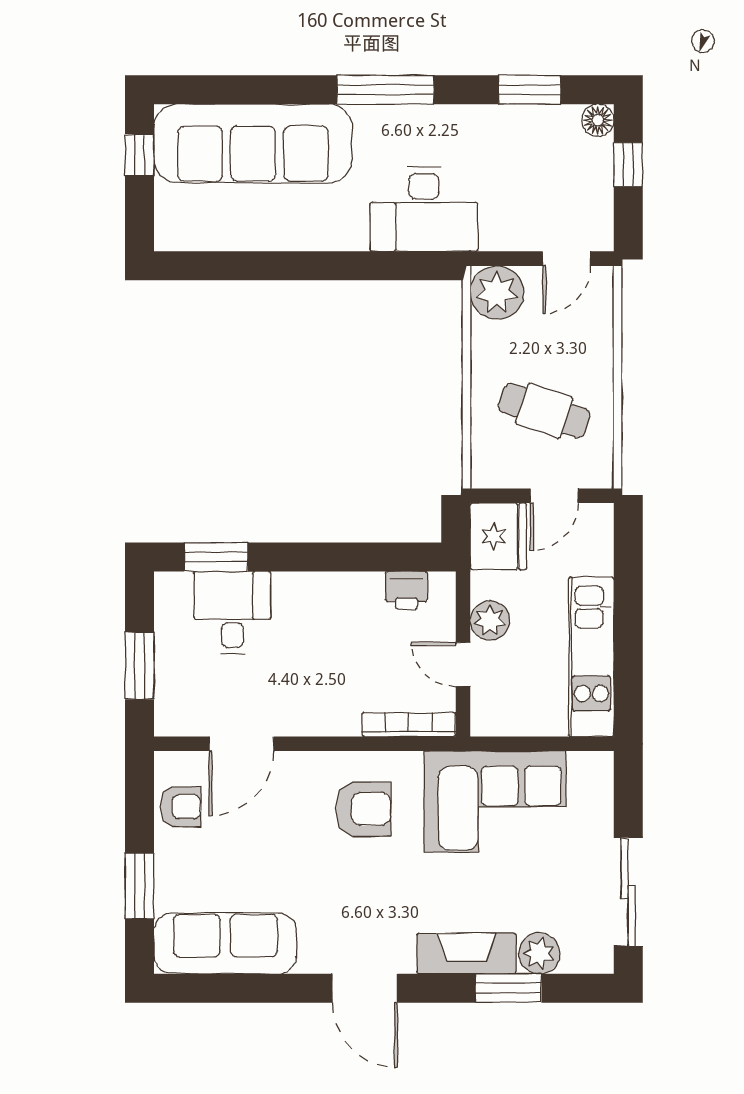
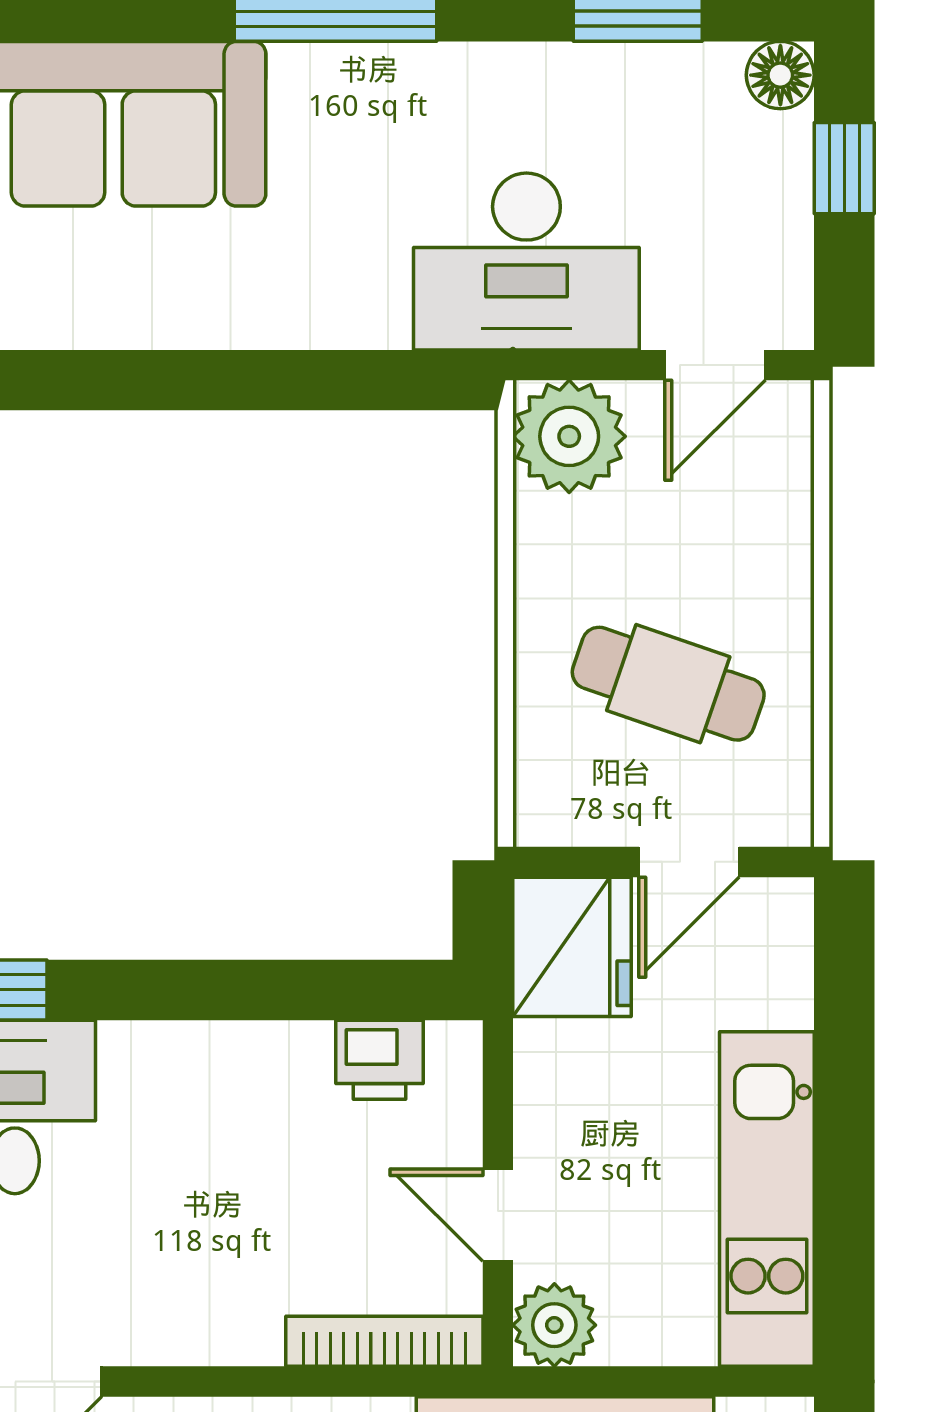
desk: (424, 209) -> (526, 261), moved
plant: (490, 621) -> (554, 1325), moved

